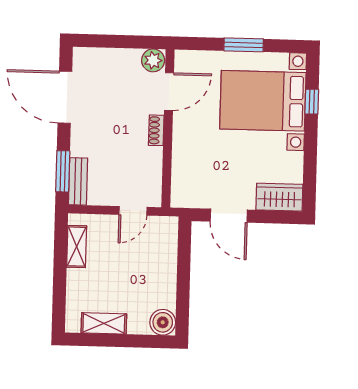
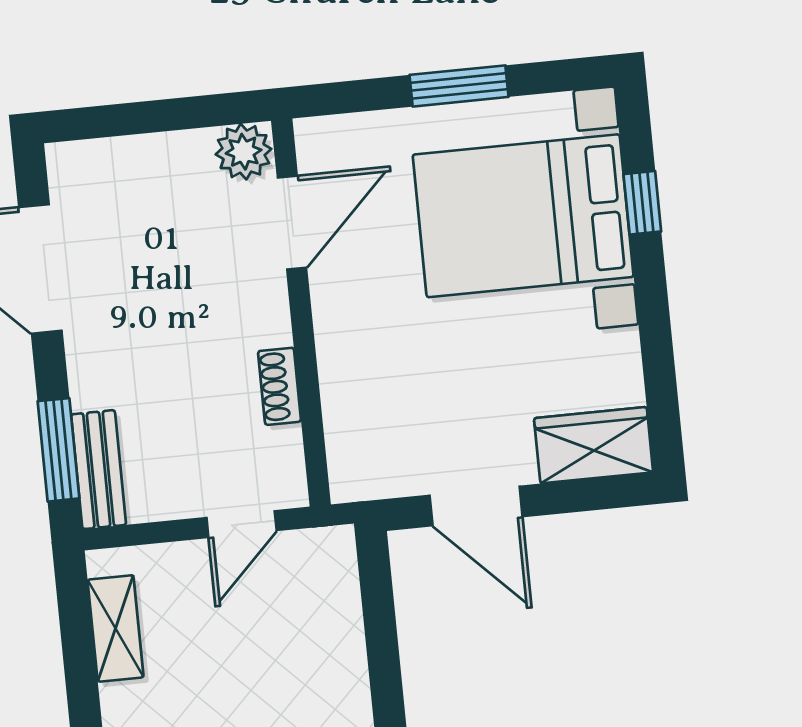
shoe rack: (156, 130) -> (280, 386), moved

